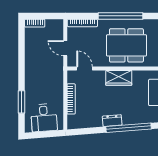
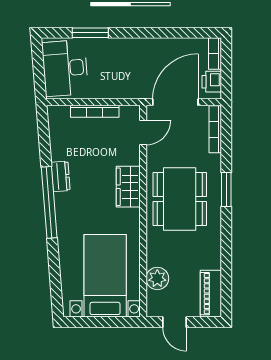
window: (120, 16) -> (226, 190), width x0.47
printer: (52, 25) -> (212, 82), added
door: (65, 48) -> (175, 102), width x1.88
desk: (44, 118) -> (65, 68), width x1.37

